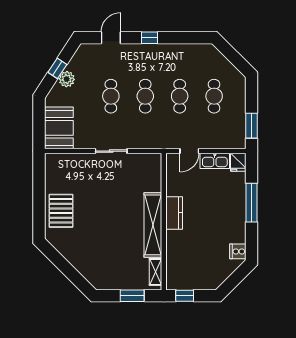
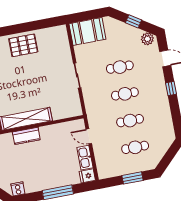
plant: (67, 79) -> (147, 39), moved
window: (251, 126) -> (133, 178), moved
kitchen counter: (174, 213) -> (26, 136), moved

